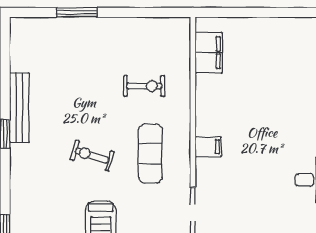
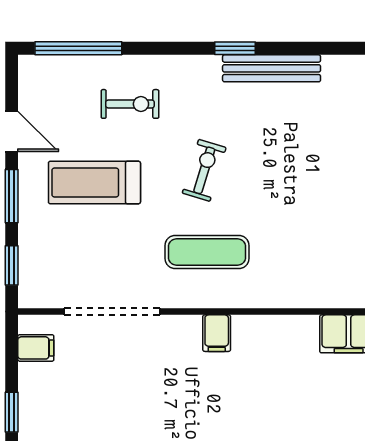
exercise bike: (144, 86) -> (130, 104), moved, turned -90

